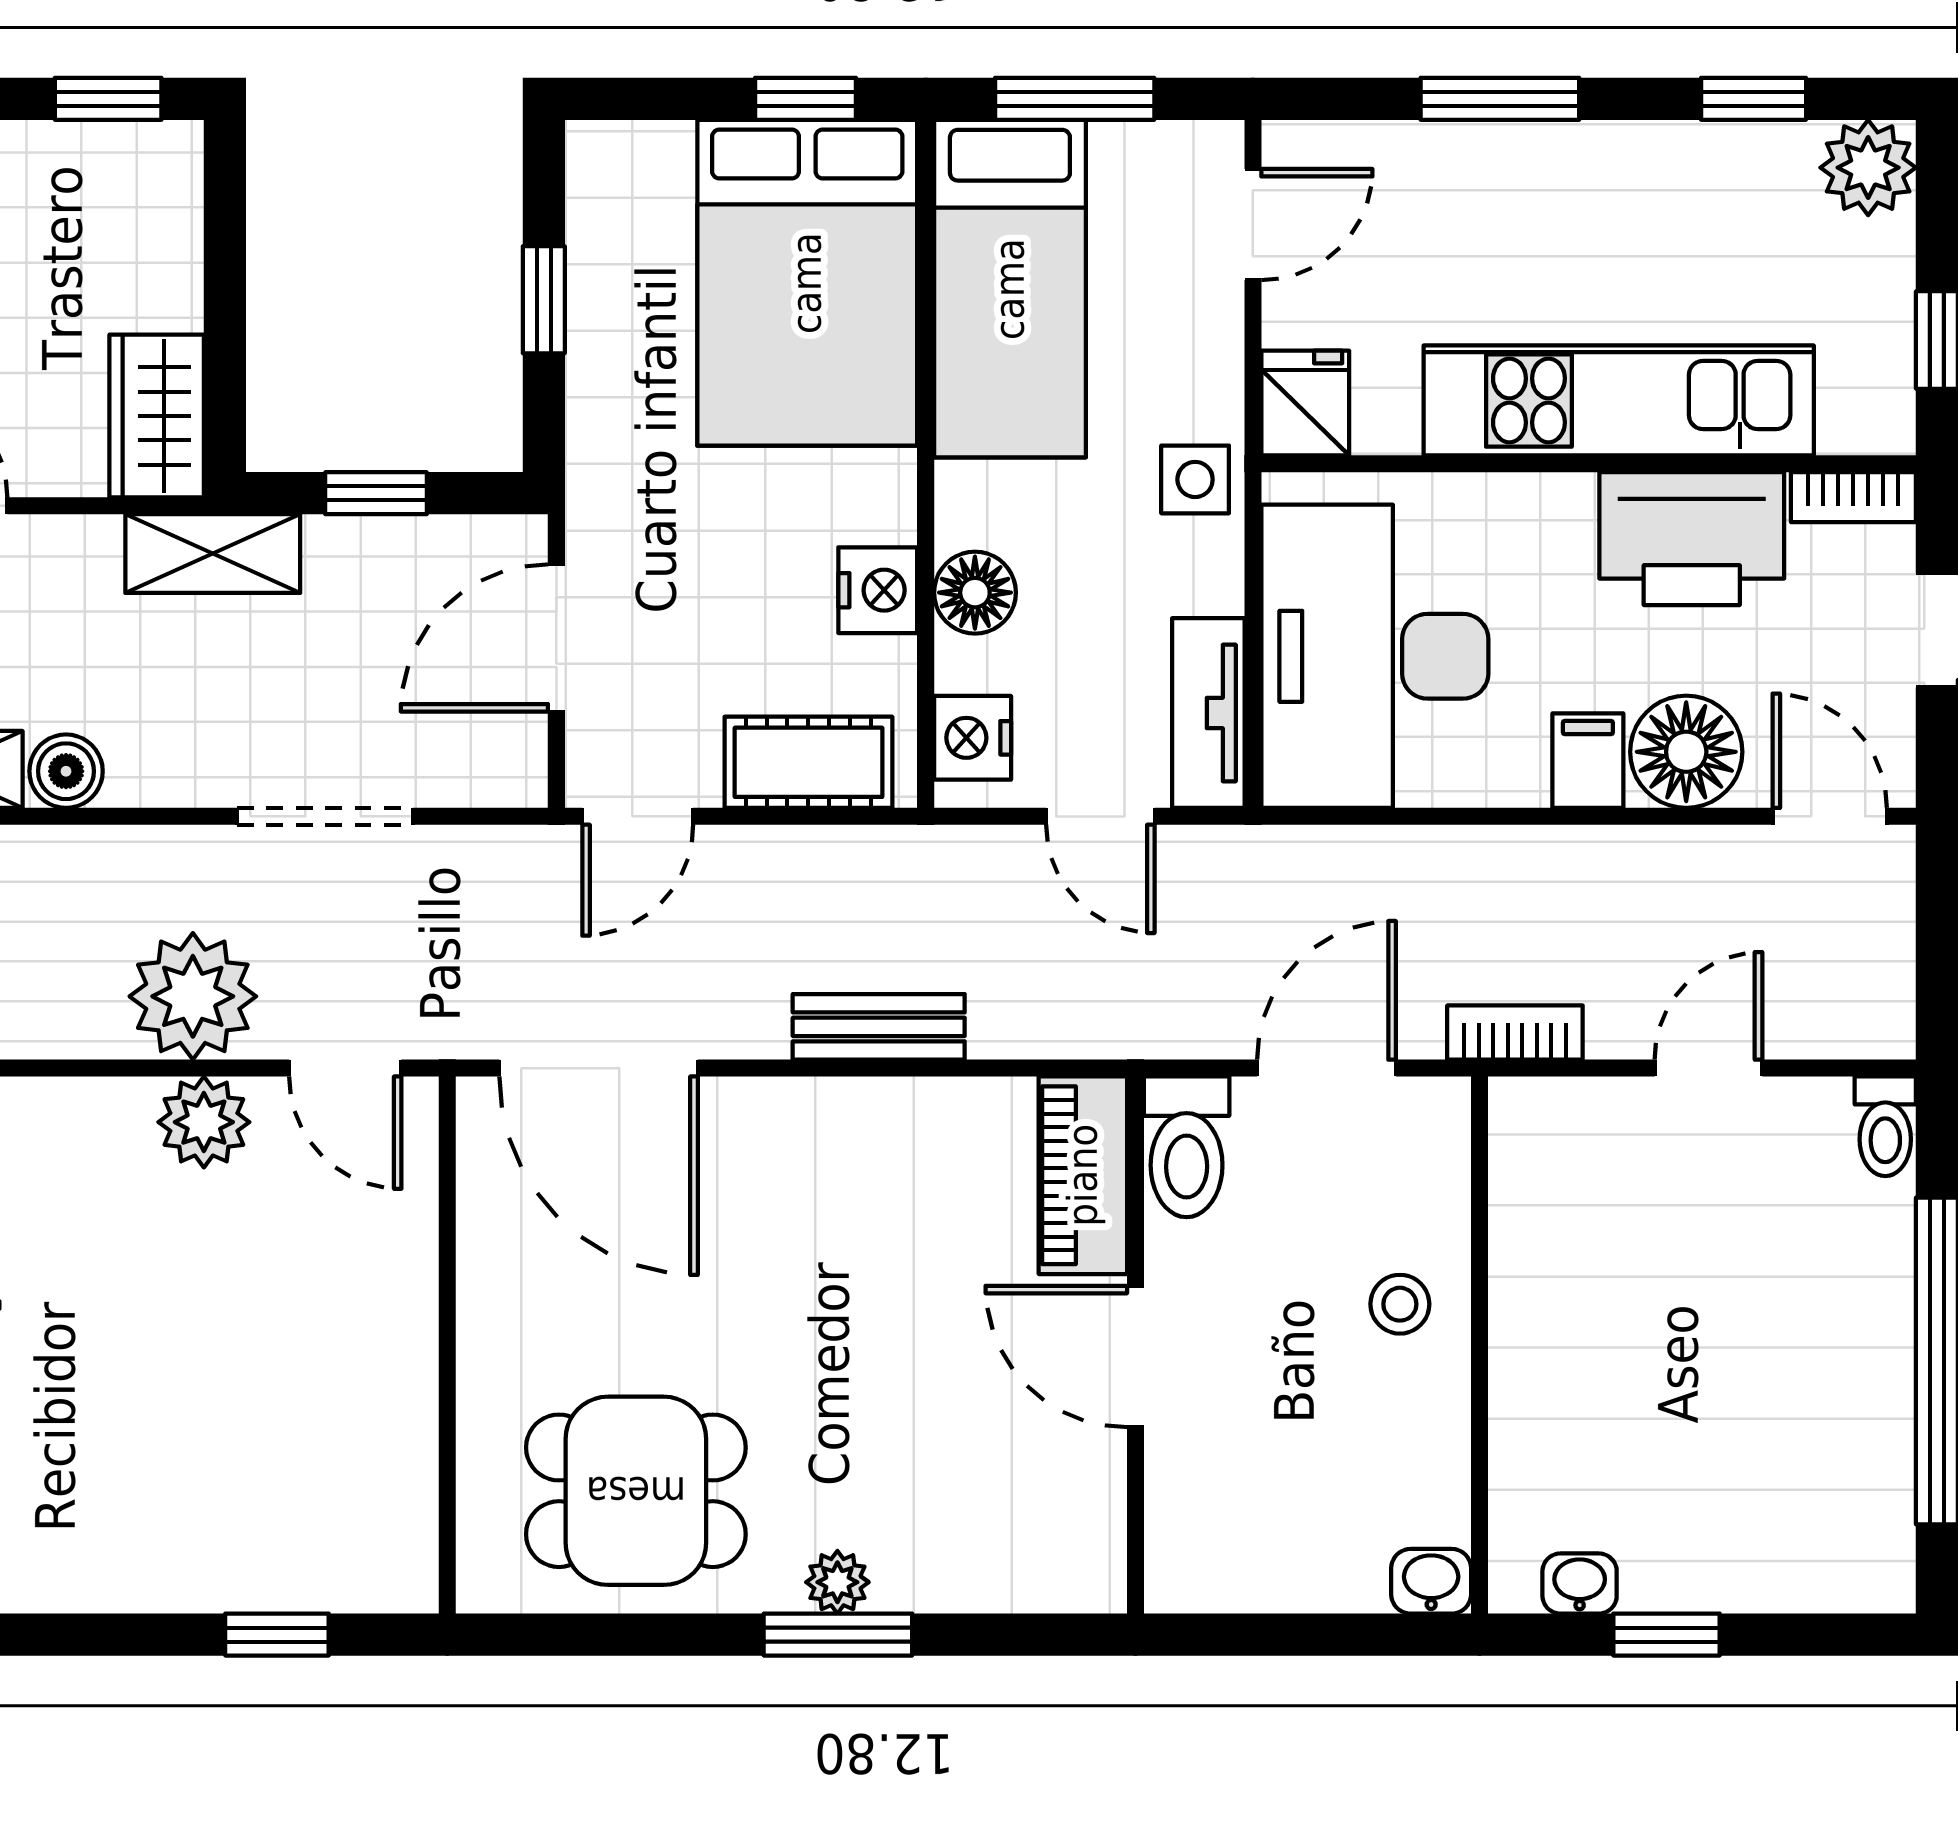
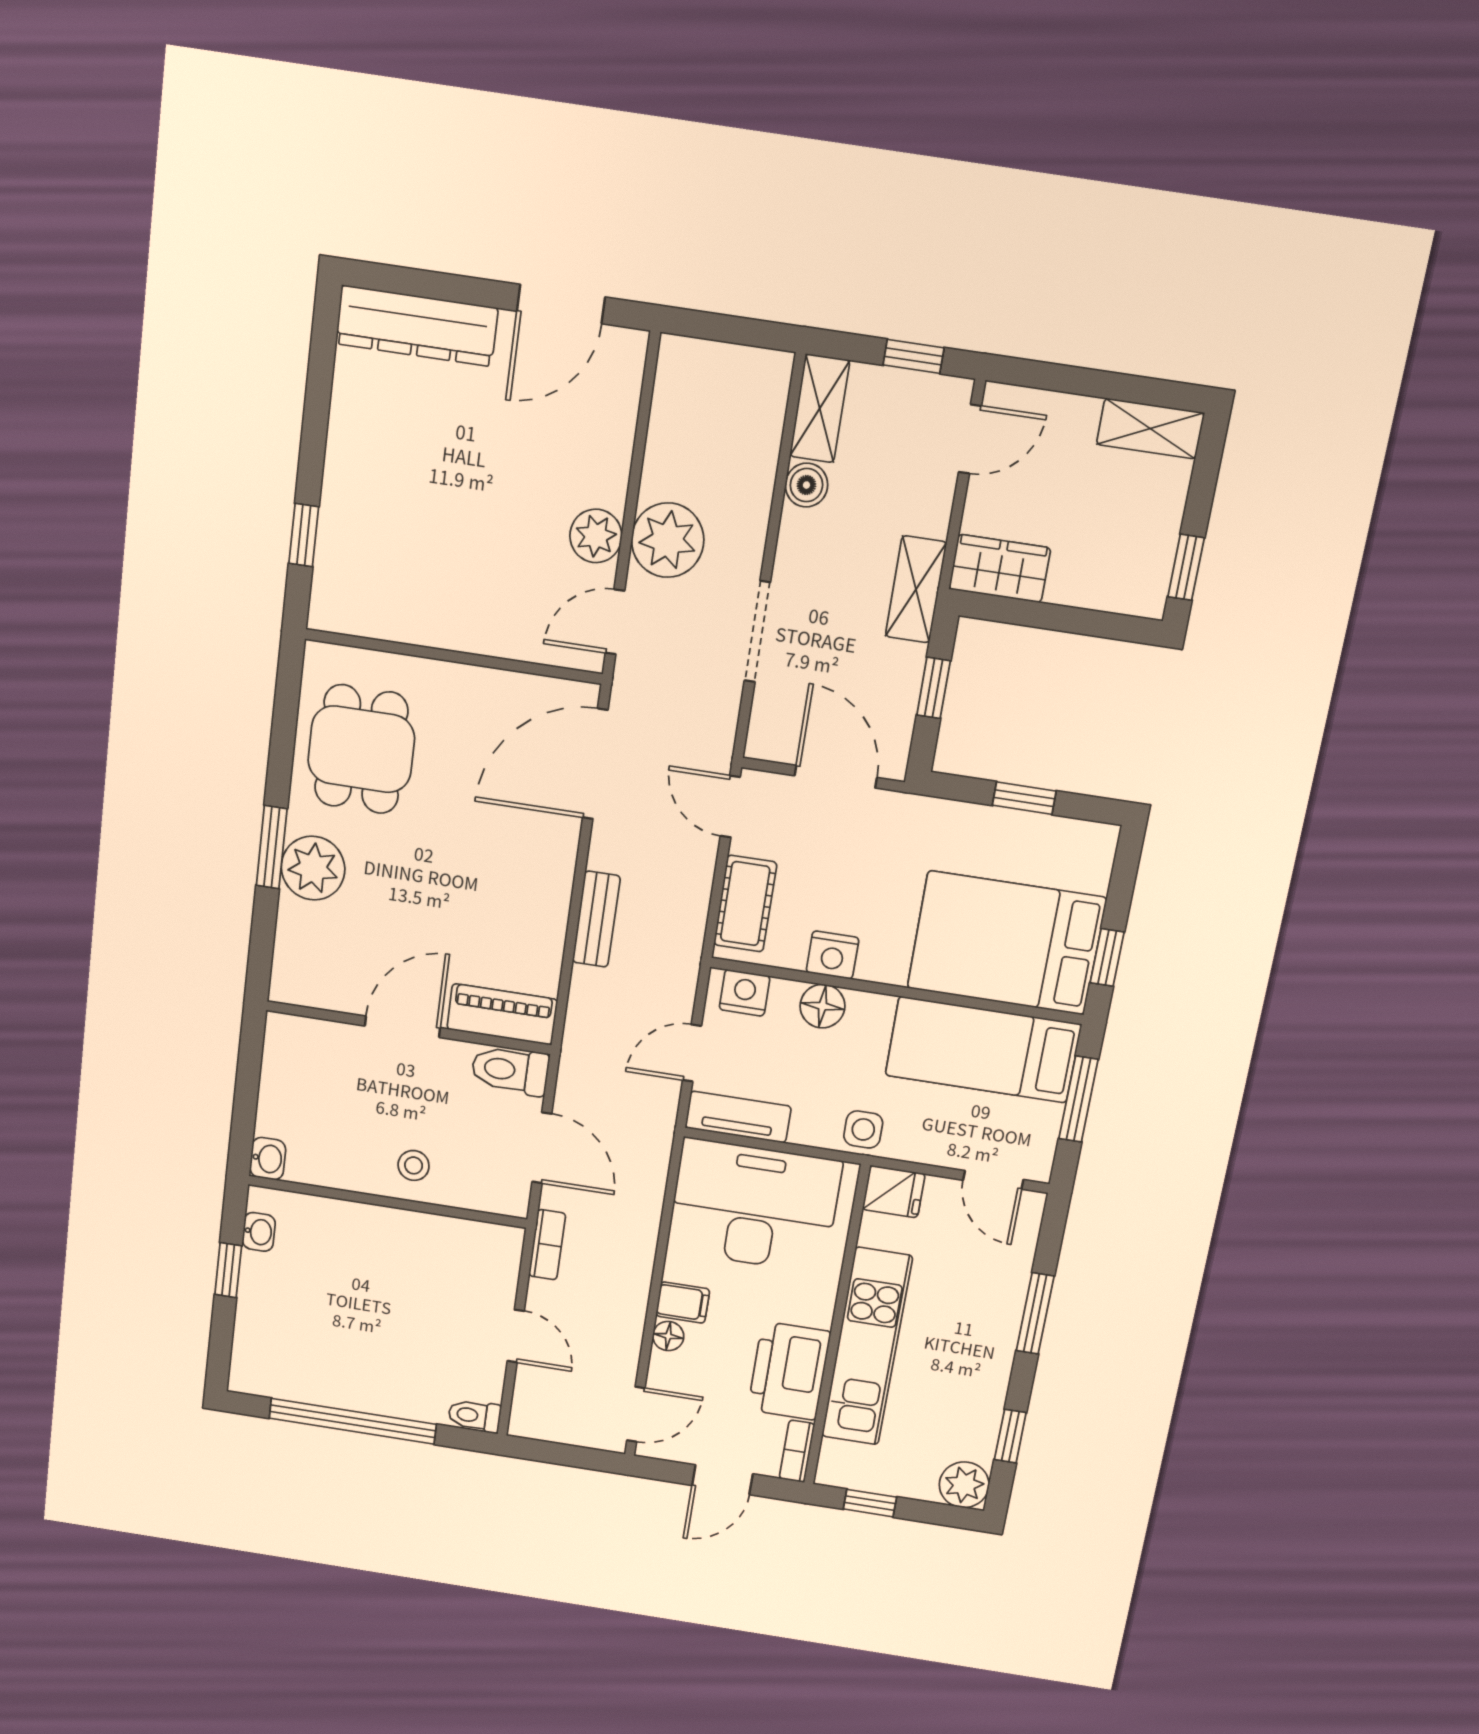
floor lamp: (1686, 752) -> (668, 1336), width x0.53, depth x0.53
plant: (837, 1582) -> (313, 868), width x1.88, depth x1.88

